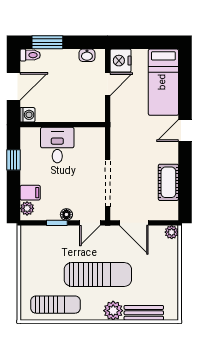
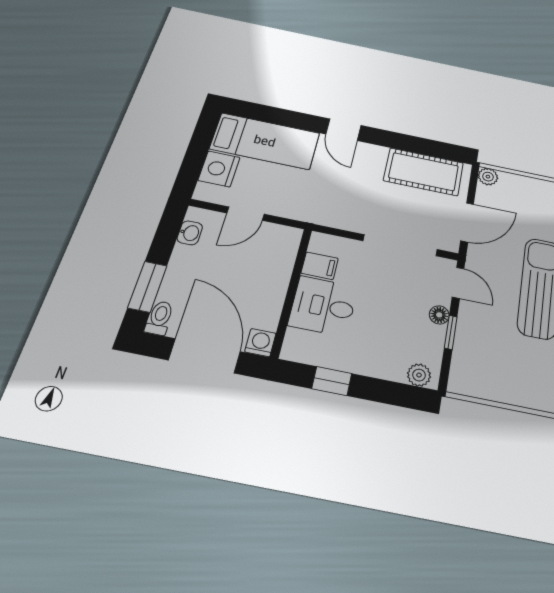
nightstand: (121, 61) -> (219, 169), moved, turned 90
door: (108, 84) -> (245, 214), swing flipped
door: (14, 86) -> (205, 356), width x1.36
cot: (168, 182) -> (424, 172), width x1.37, depth x1.34
filing cabinet: (30, 193) -> (320, 266), moved, turned 90

